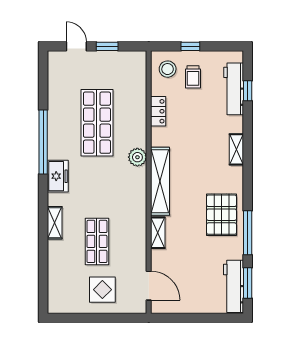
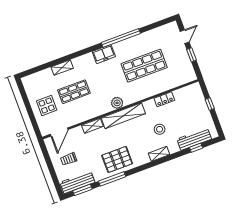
stool: (168, 69) -> (160, 129), moved
trolley: (193, 77) -> (69, 159), moved
plant: (137, 157) -> (117, 103), moved
shelving: (55, 223) -> (62, 68), moved

